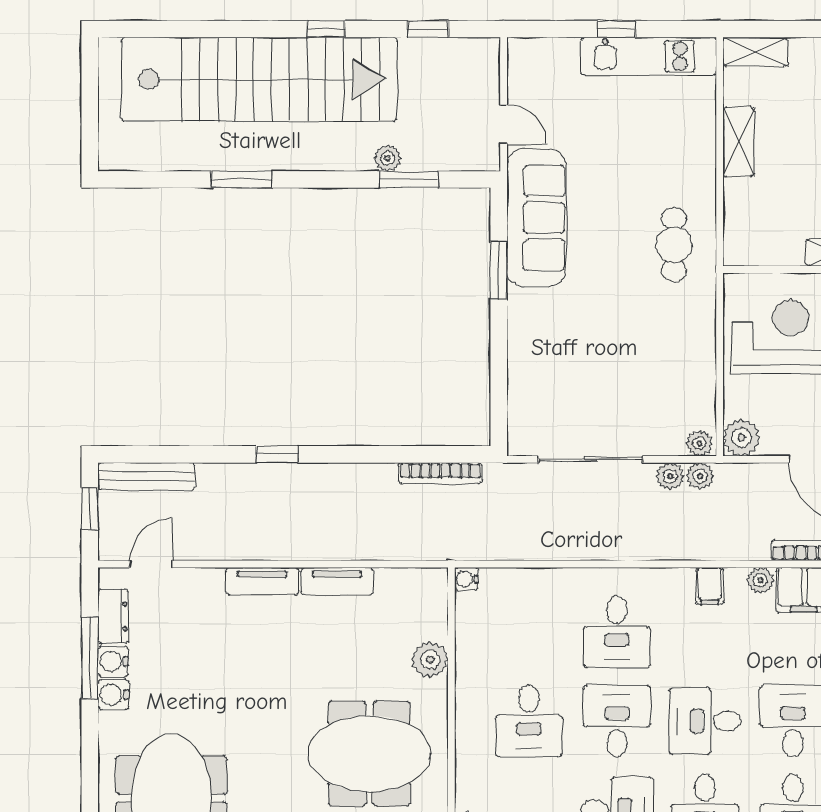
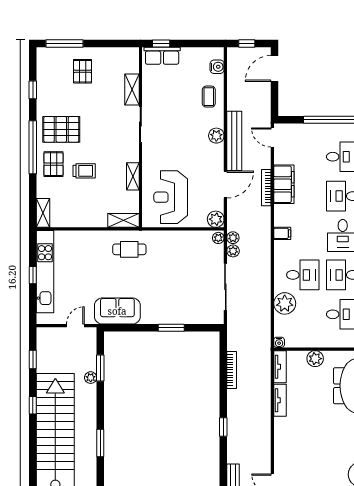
kitchen unit: (649, 56) -> (45, 272), width x1.36
shelving: (739, 142) -> (123, 220), moved
sofa: (536, 218) -> (117, 311), width x0.73
window: (499, 270) -> (171, 328), moved
bookcase: (440, 473) -> (232, 370), moved
plant: (760, 580) -> (285, 303), moved, width x1.88, depth x1.88
tv unit: (262, 581) -> (280, 367), moved

